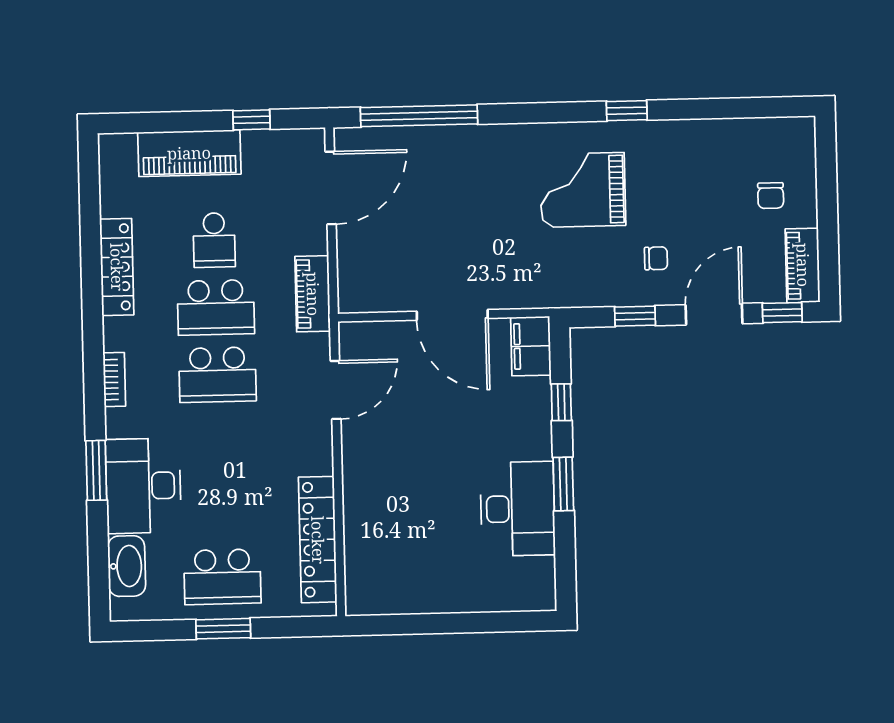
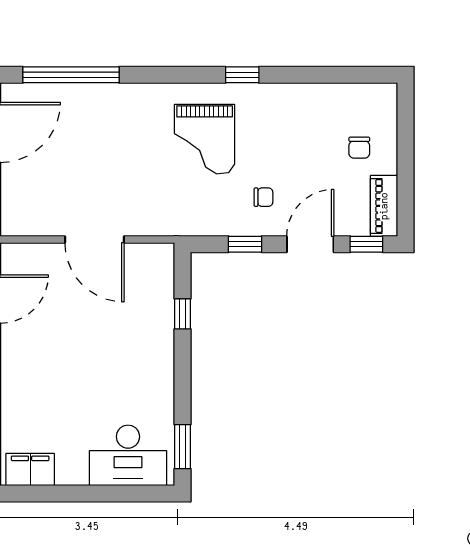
grand piano: (583, 190) -> (205, 139), turned -90
filing cabinet: (531, 346) -> (30, 470), moved, turned 90
window: (563, 484) -> (183, 447), moved
desk: (518, 509) -> (128, 455), moved, turned 90

